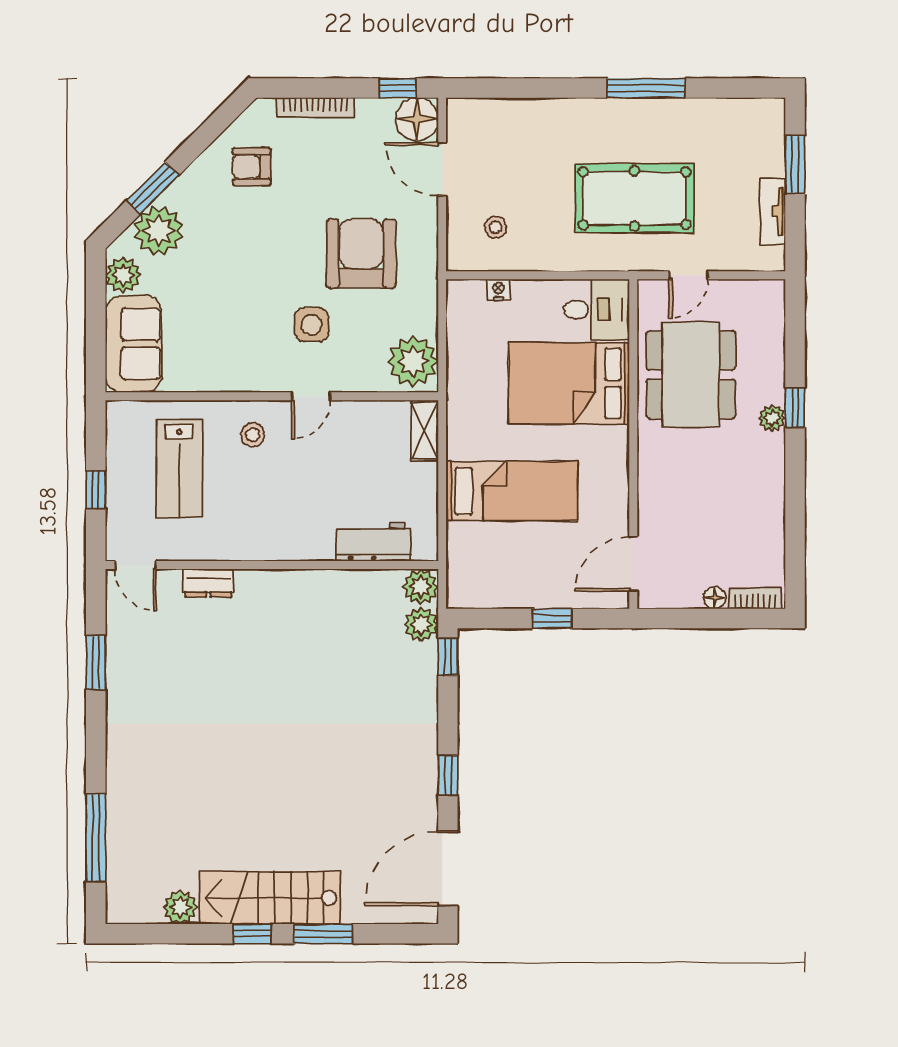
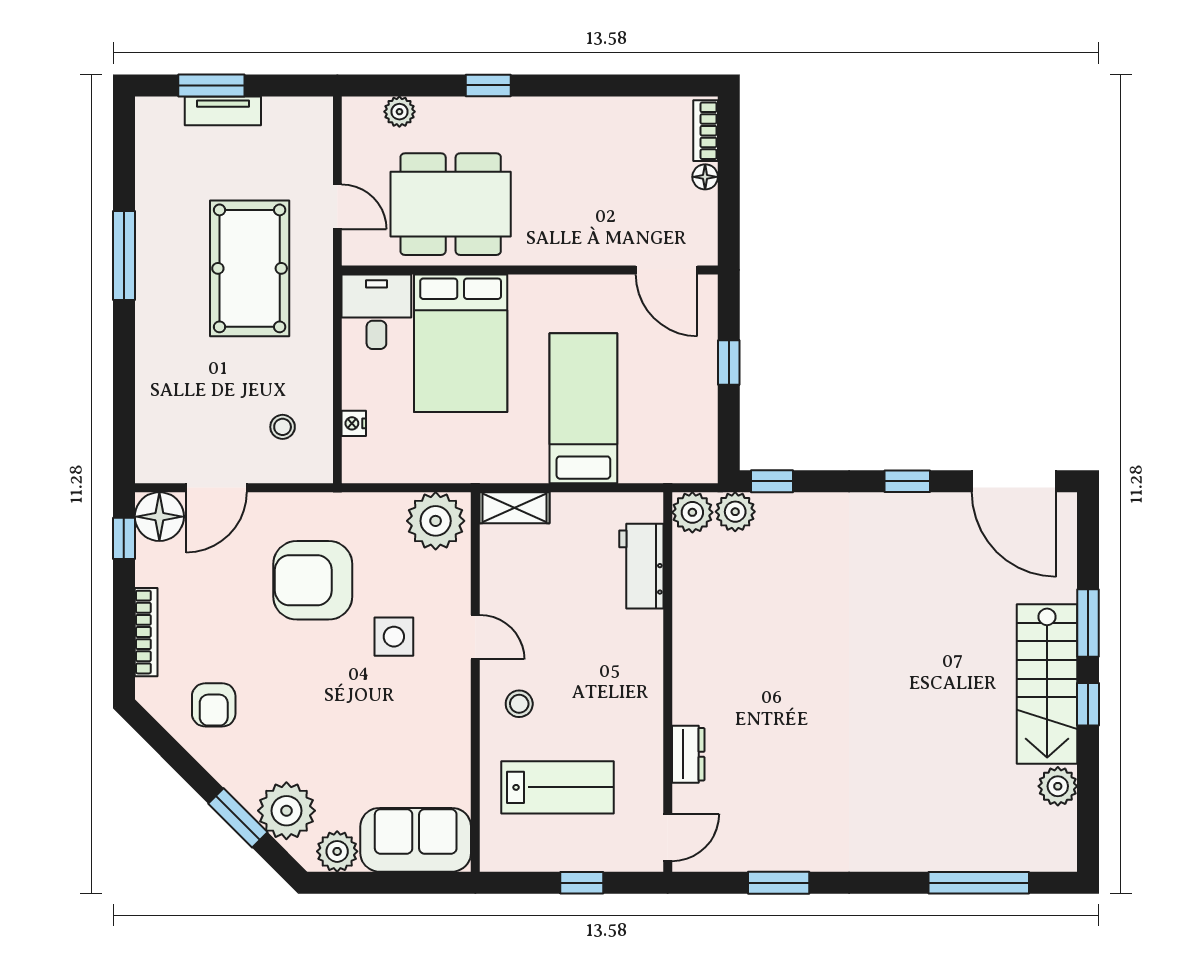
tv unit: (773, 211) -> (223, 111), moved
plant: (772, 418) -> (399, 112), moved

